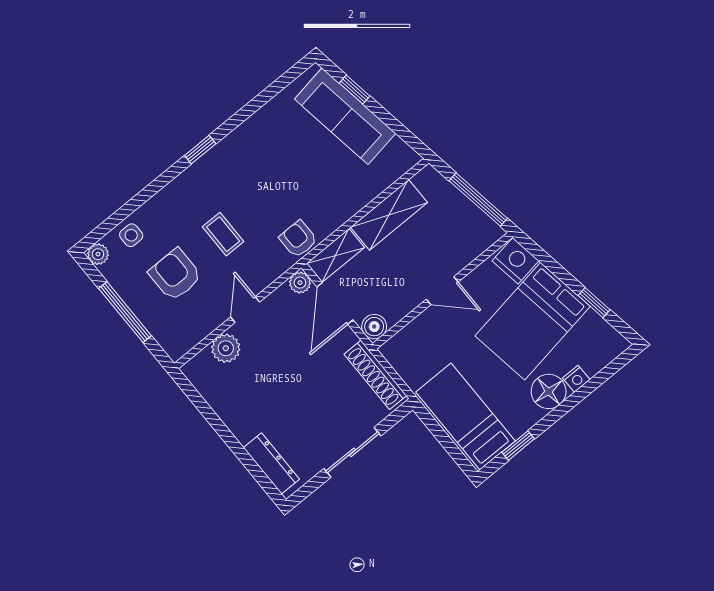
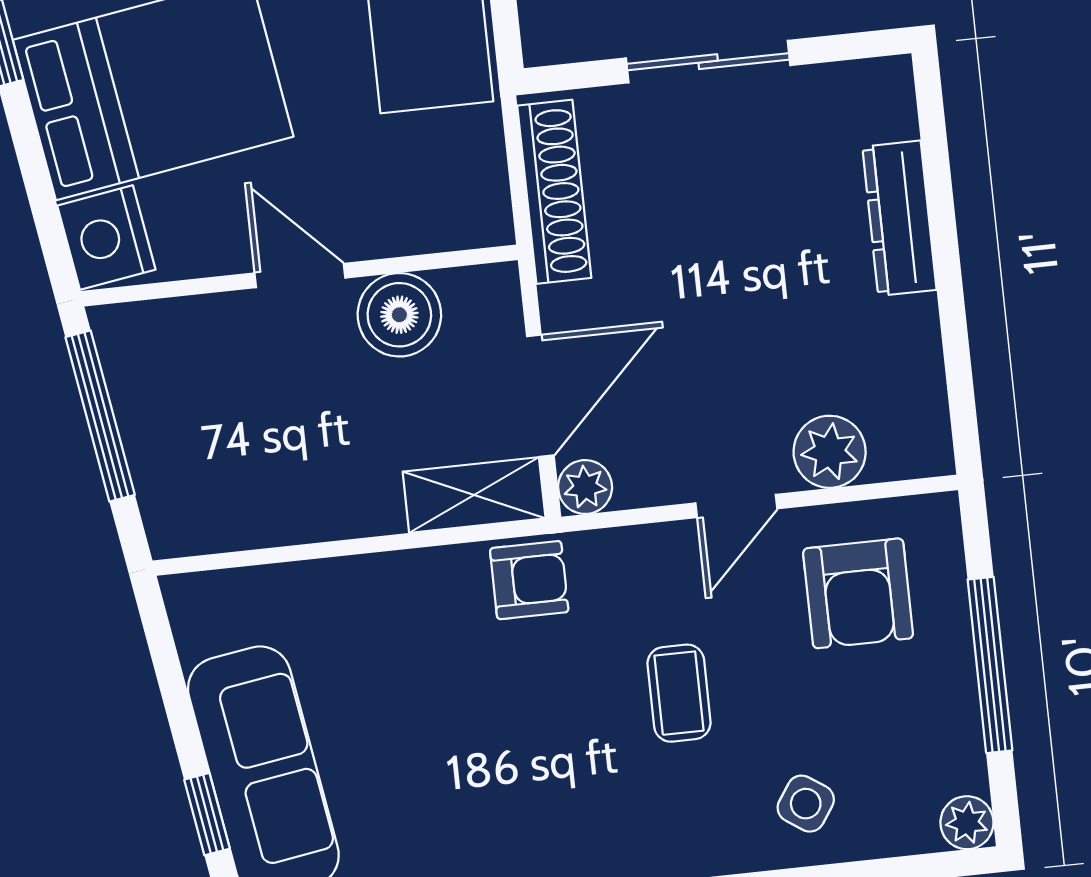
shelving: (389, 215) -> (307, 506), removed
side table: (131, 235) -> (806, 804), moved, turned 34
armchair: (298, 239) -> (529, 580), turned -90
armchair: (175, 275) -> (858, 593), moved
boiler: (374, 327) -> (399, 315), moved, width x1.36, depth x1.36
dresser: (271, 463) -> (899, 218), moved

